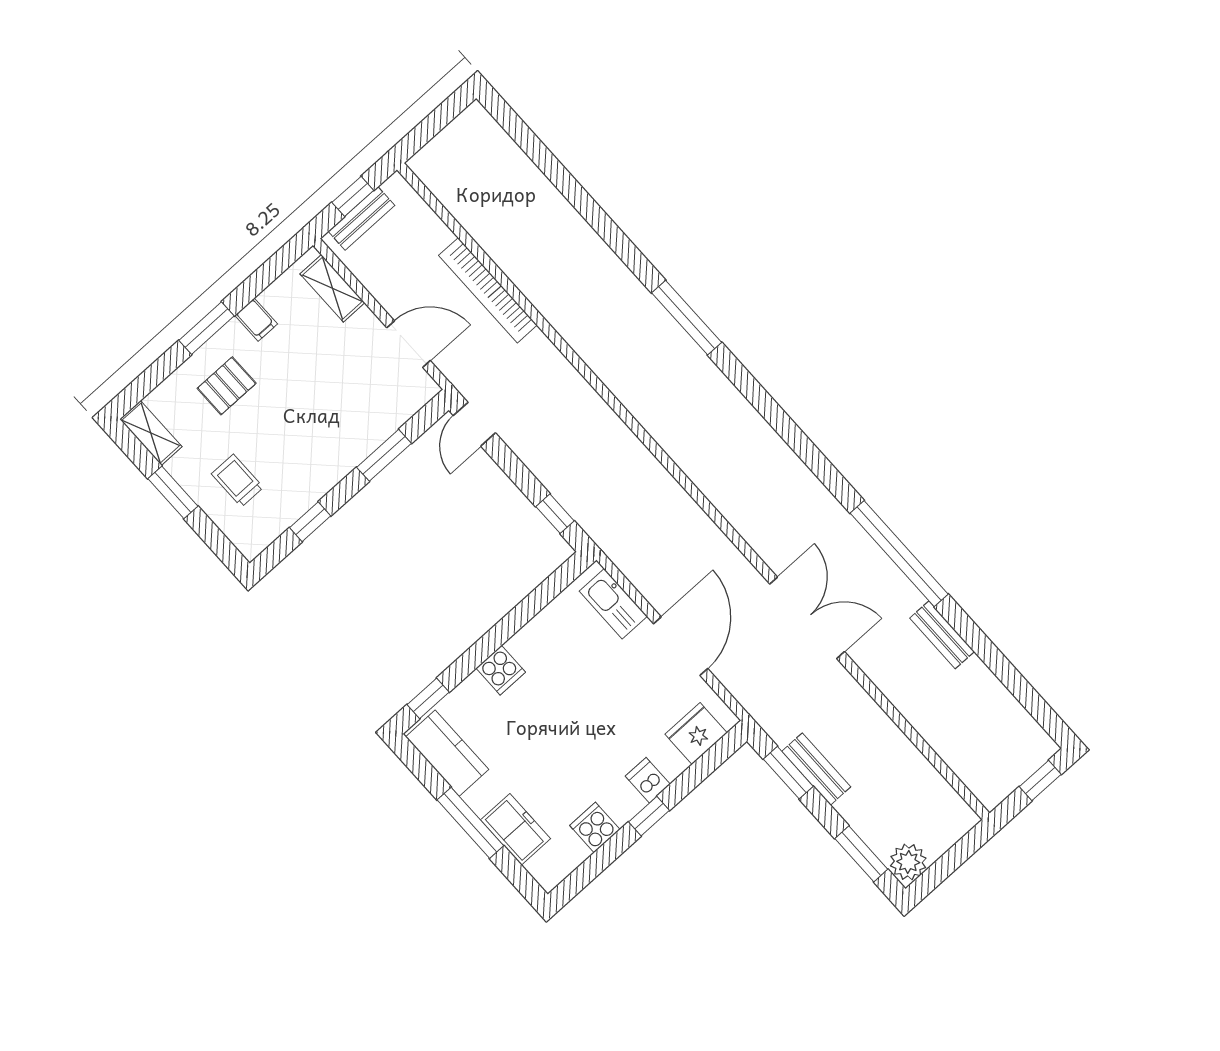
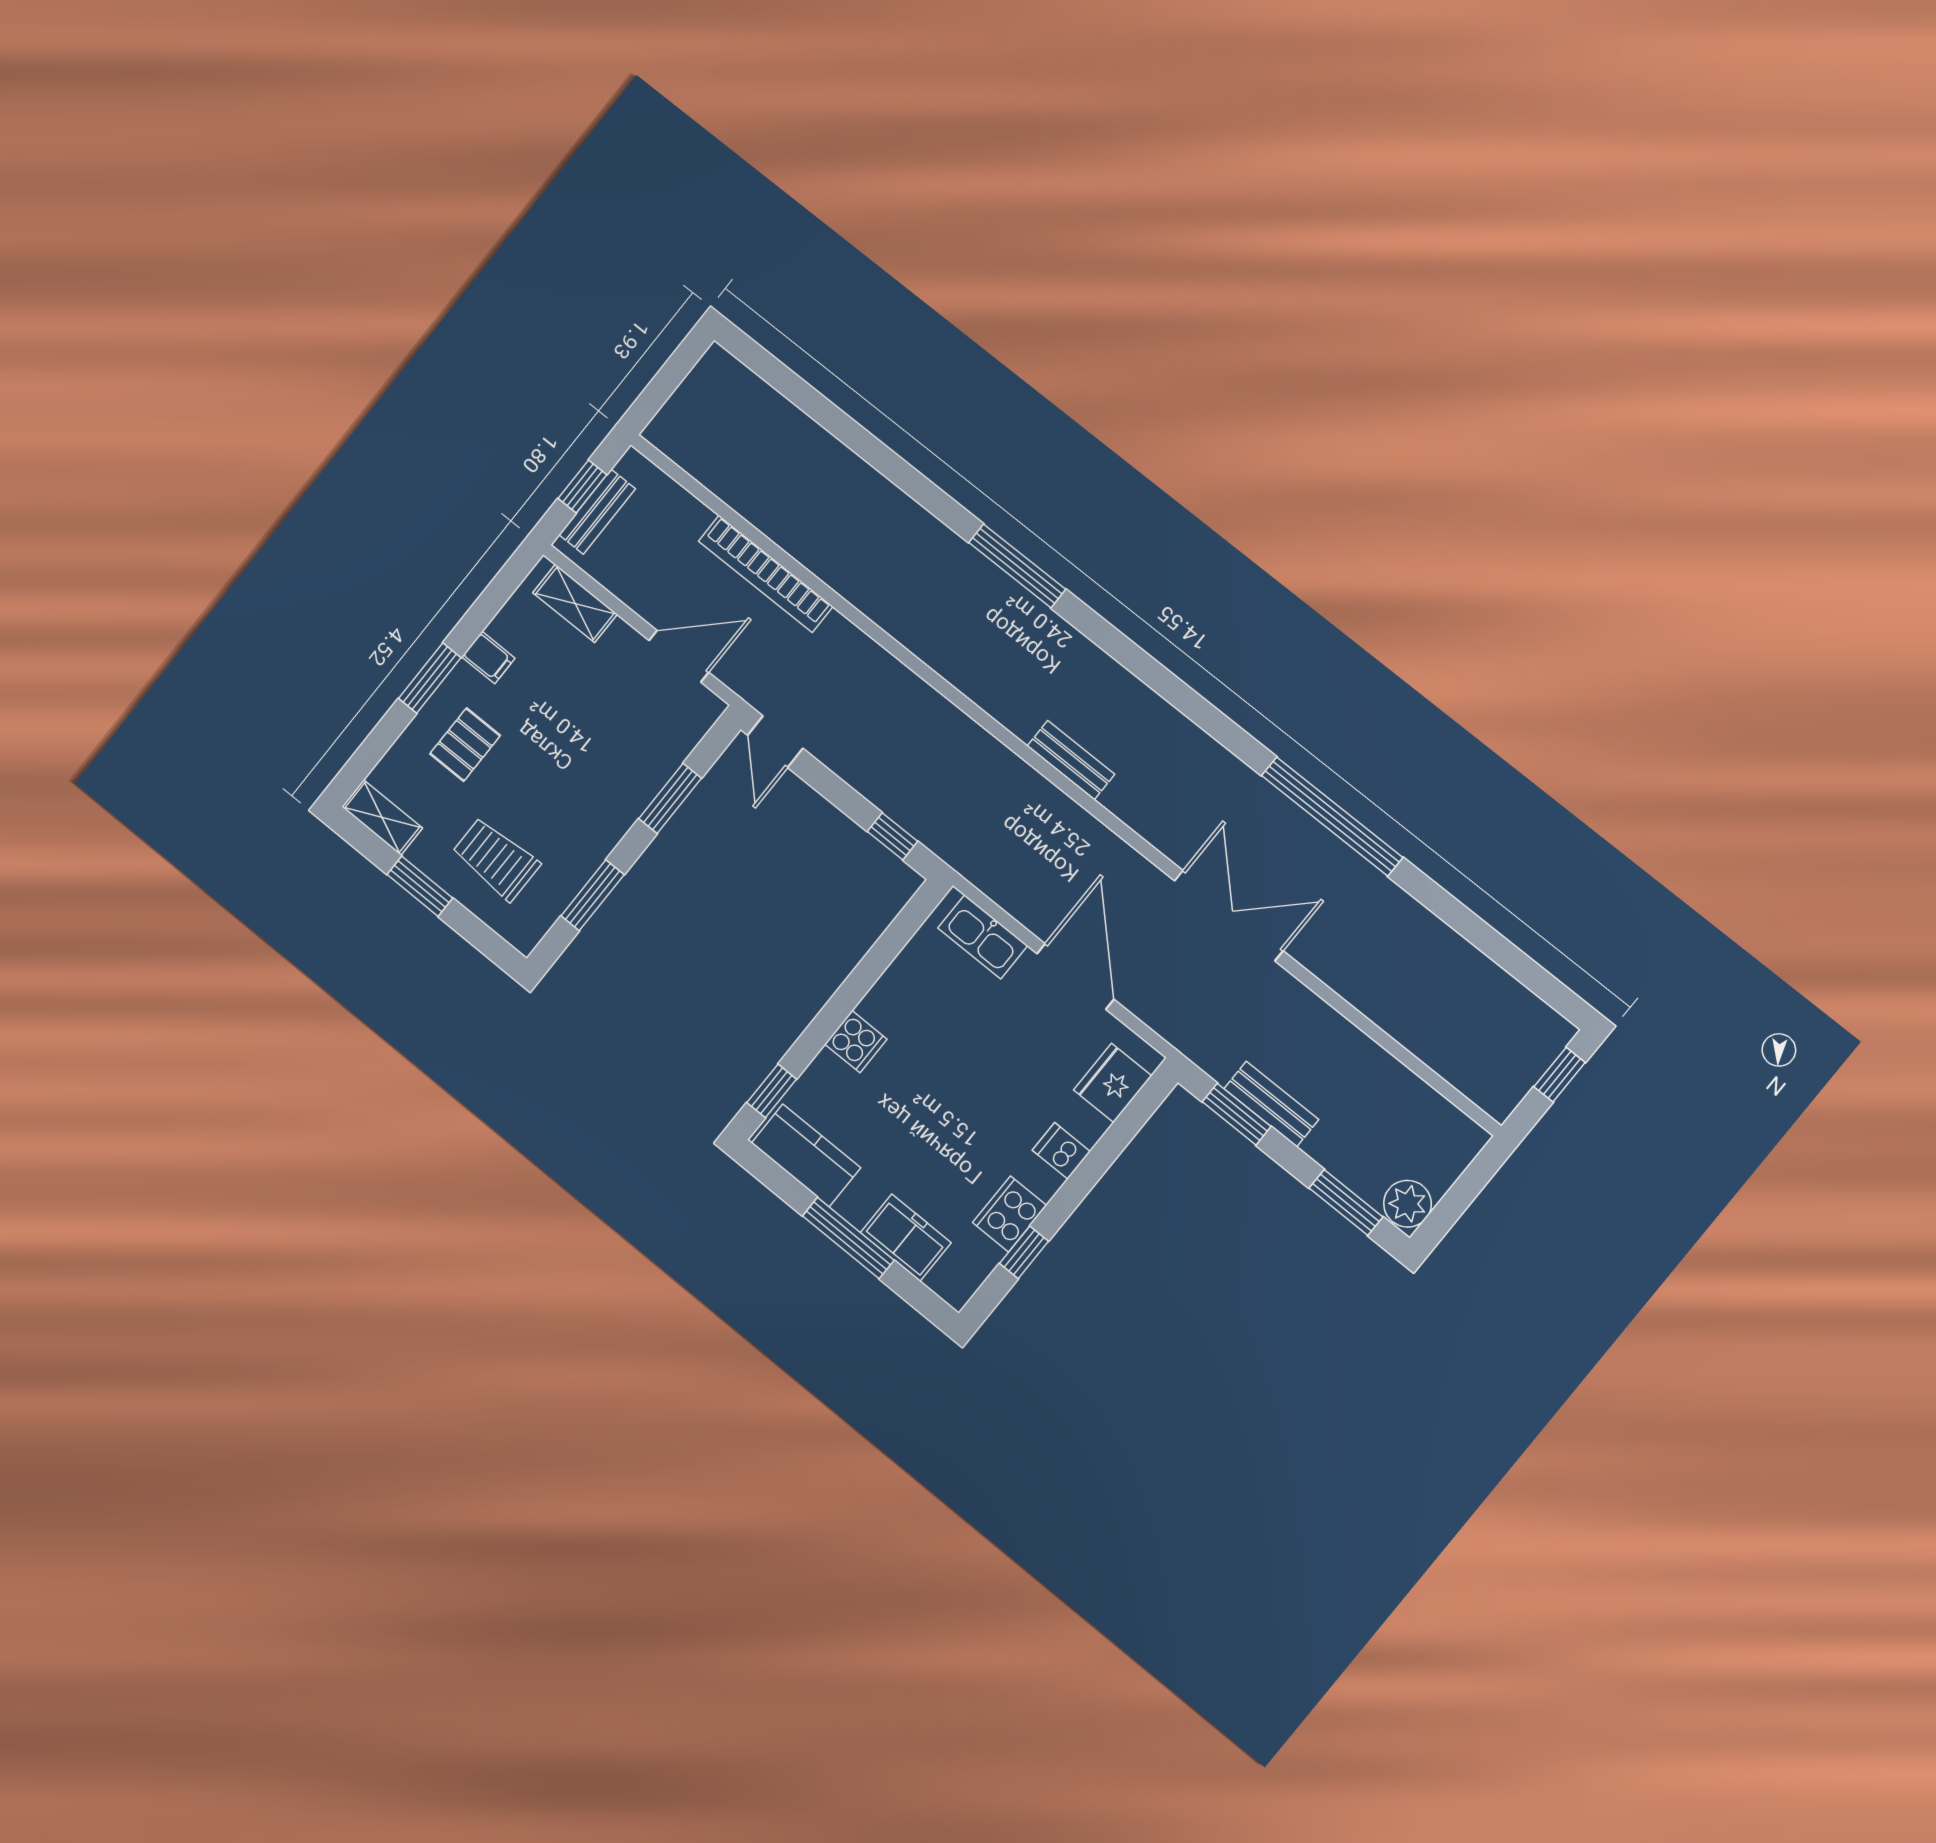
trolley: (237, 481) -> (496, 859), width x1.36, depth x1.39
window: (310, 522) -> (593, 895), width x1.50
bench: (942, 635) -> (1071, 760), moved
window: (649, 816) -> (1024, 1252), moved
cooker: (595, 827) -> (1009, 1214), width x1.36

